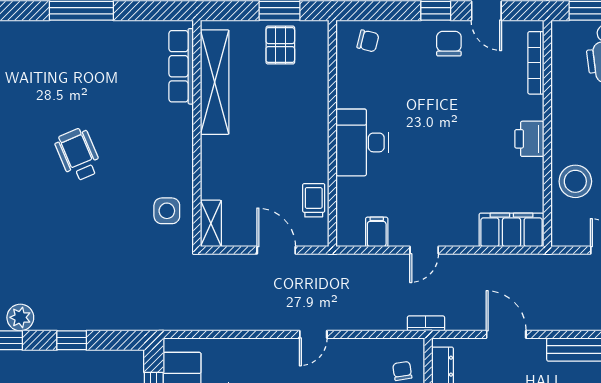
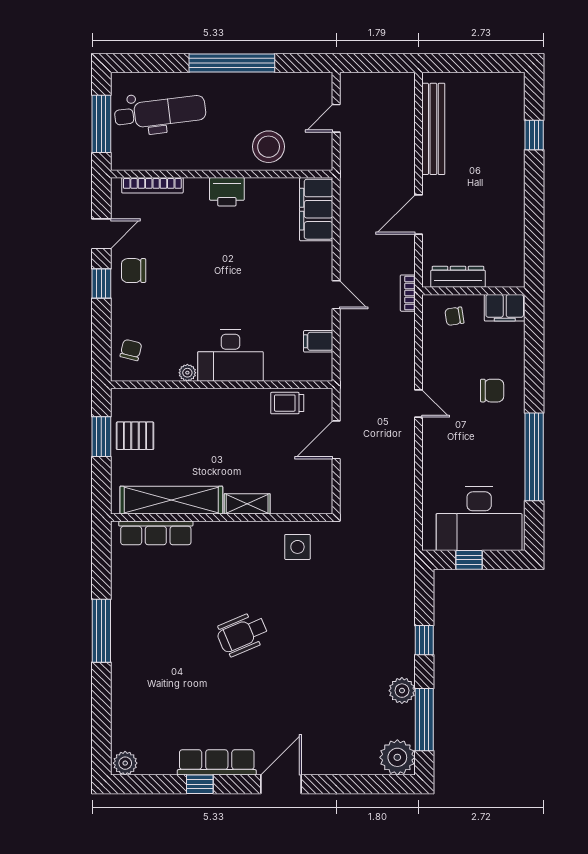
plant: (345, 98) -> (187, 373), added
shelving: (211, 223) -> (247, 504), moved

